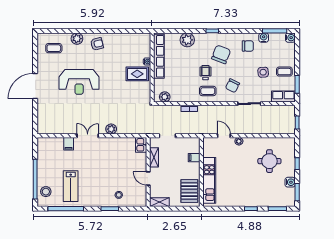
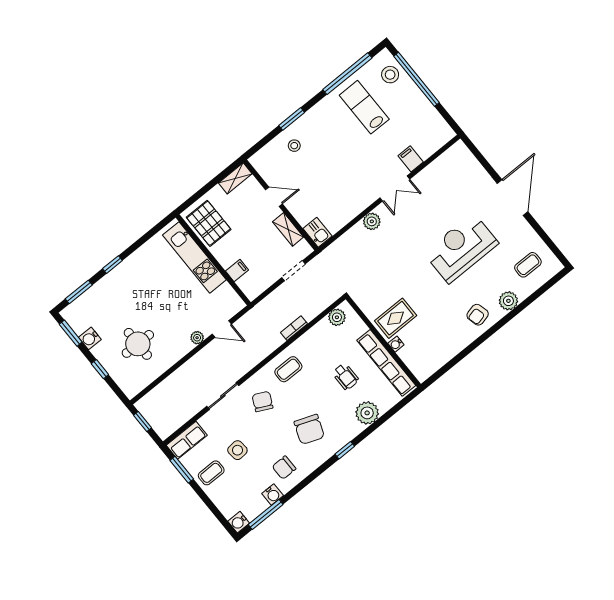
wheelchair: (206, 73) -> (346, 377), moved

